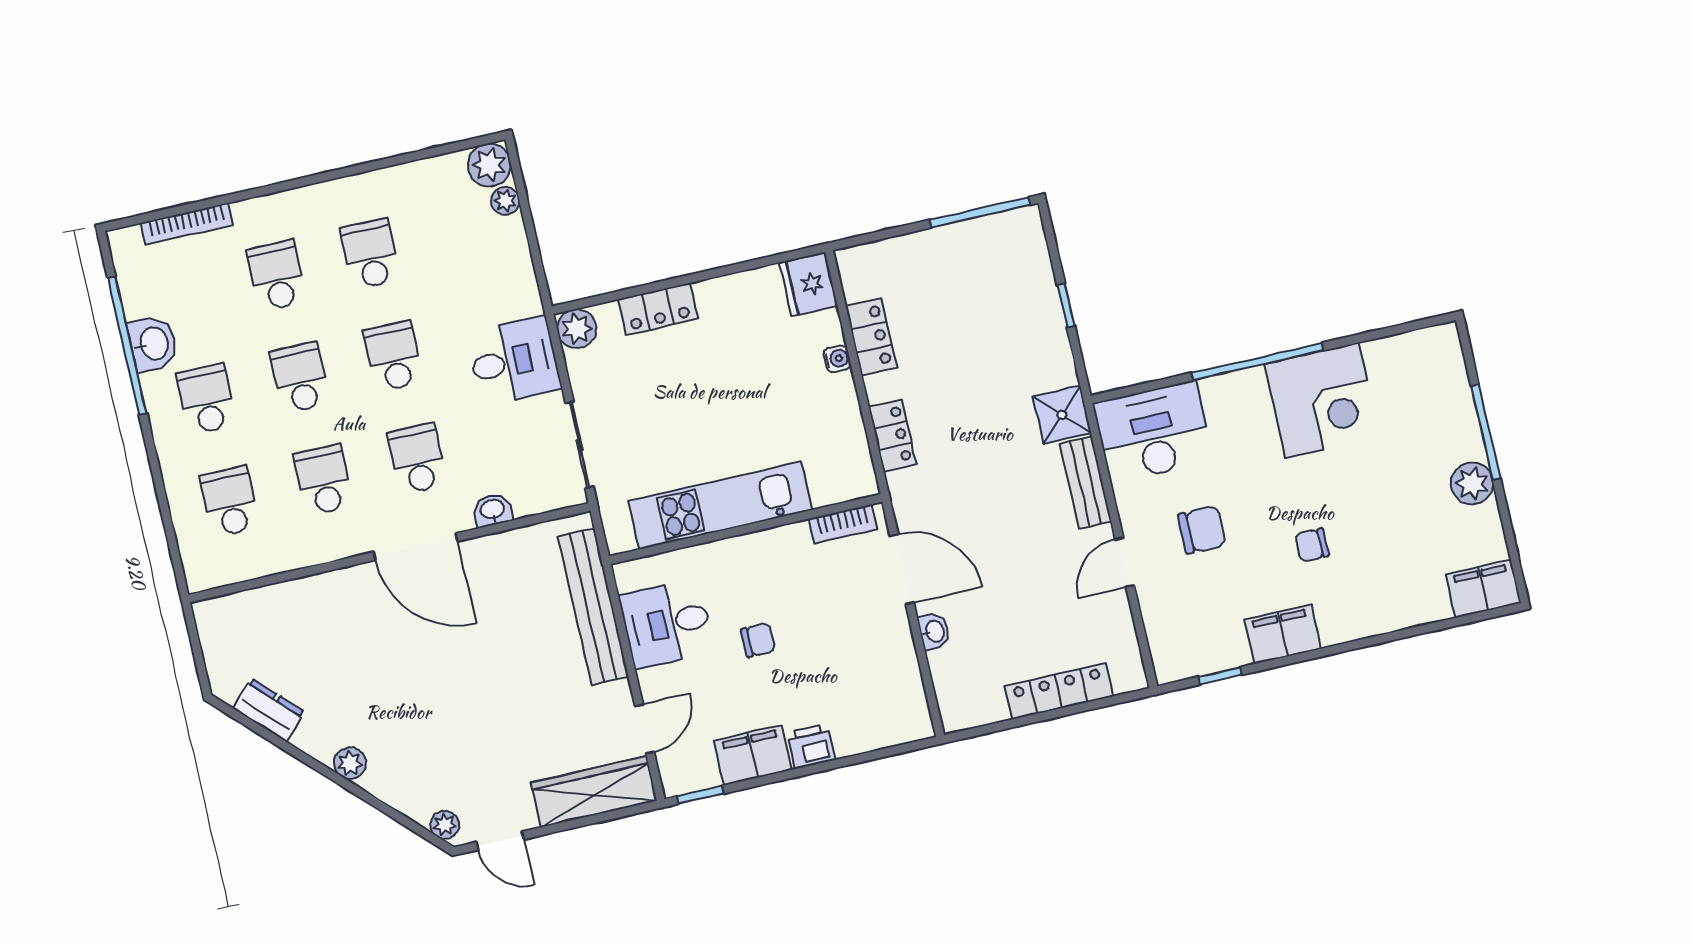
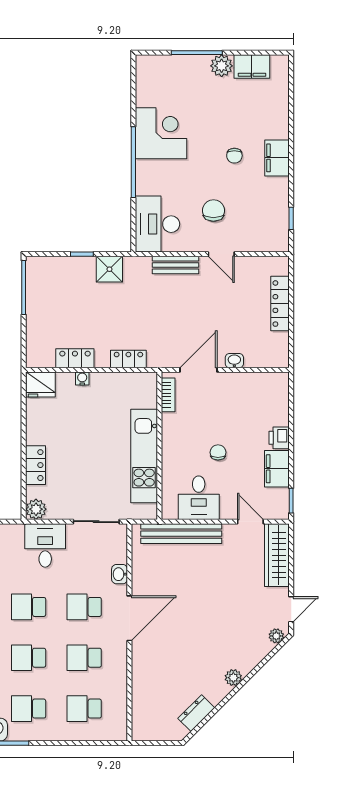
shower: (1062, 415) -> (109, 269), moved
filing cabinet: (1483, 589) -> (252, 66), moved, turned -90
filing cabinet: (1283, 634) -> (277, 158), moved

